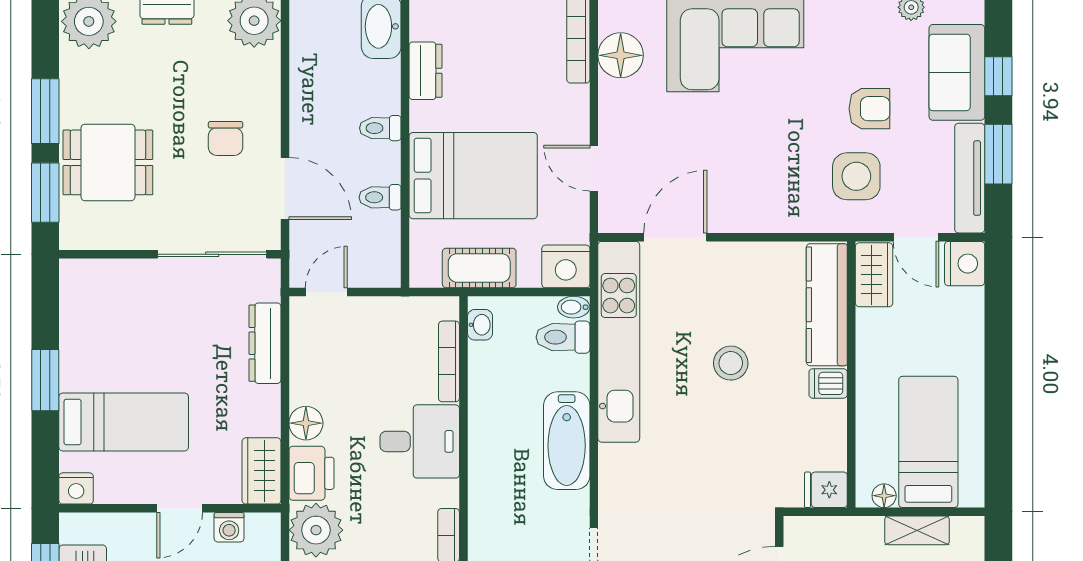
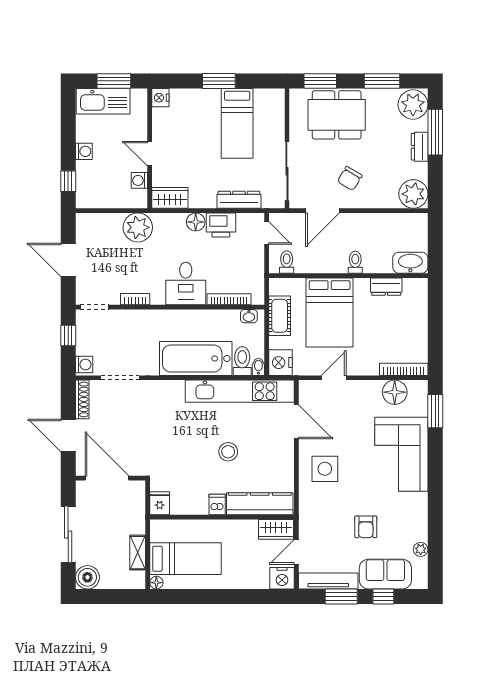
window: (45, 111) -> (382, 81), moved
chair: (226, 138) -> (350, 178), turned -59
dining table: (108, 162) -> (337, 115), width x1.38
side table: (856, 176) -> (325, 469), moved
toilet: (380, 197) -> (287, 262), moved
bed: (124, 422) -> (237, 123), moved
bathtub: (567, 441) -> (196, 358), width x1.36, depth x1.36
printer: (311, 473) -> (221, 225), moved
floor lamp: (884, 496) -> (156, 583), moved

